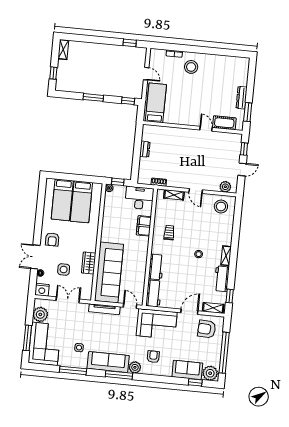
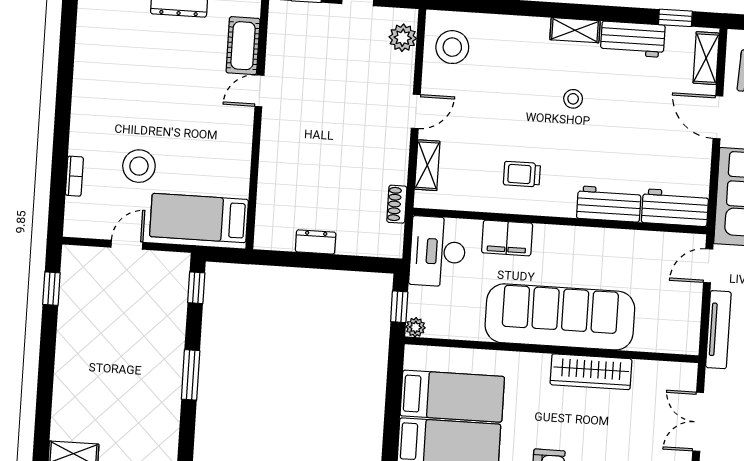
stool: (191, 67) -> (139, 166), moved
wardrobe: (89, 263) -> (591, 372), width x1.50
side table: (64, 269) -> (623, 435), removed
sofa: (109, 272) -> (560, 317), moved

